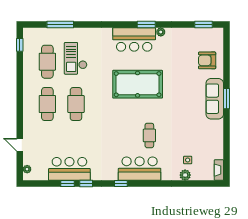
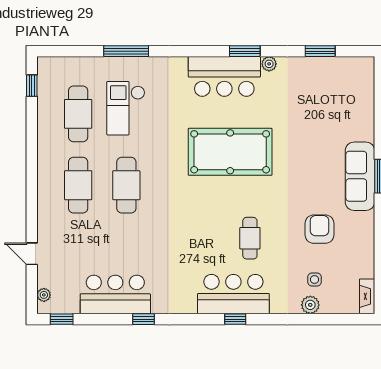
window: (60, 24) -> (126, 51), moved
window: (204, 24) -> (320, 51), moved
armchair: (207, 60) -> (320, 229), moved, turned 90
window: (68, 184) -> (62, 319), moved
window: (121, 184) -> (235, 319), moved

